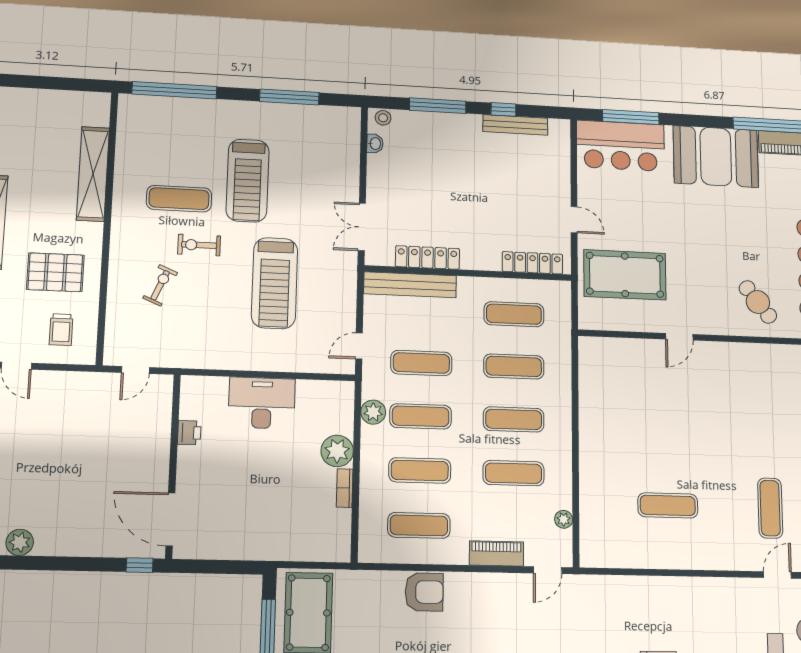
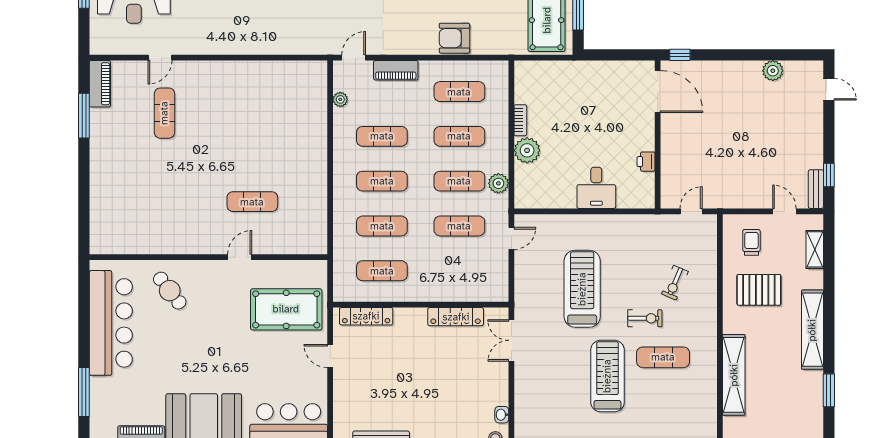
double door: (362, 227) -> (511, 340), swing flipped
bench: (410, 285) -> (470, 292), removed
desk: (262, 403) -> (596, 188), width x0.73
exercise mat: (668, 505) -> (252, 202), moved

